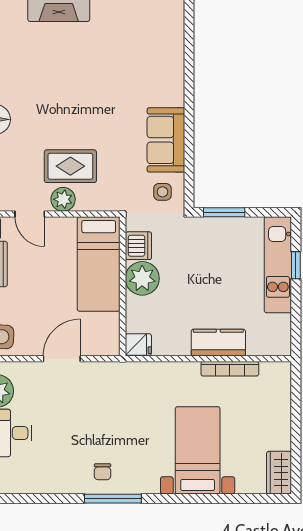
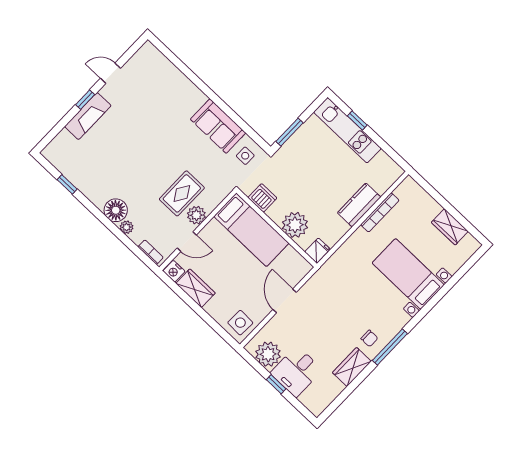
plant: (142, 278) -> (295, 225), moved
wardrobe: (279, 473) -> (450, 227), moved
wardrobe: (60, 481) -> (352, 367), added

